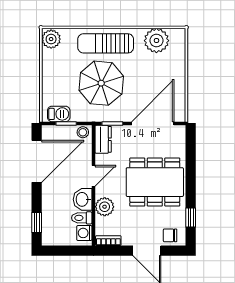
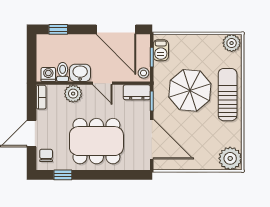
plant: (156, 41) -> (230, 158), moved
dining table: (155, 182) -> (96, 141), turned 90

